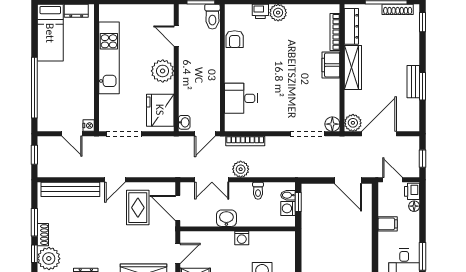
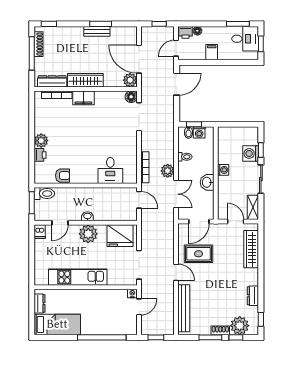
dishwasher: (165, 11) -> (40, 232), added
washbasin: (184, 122) -> (87, 216), moved

